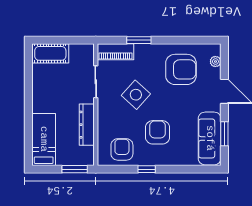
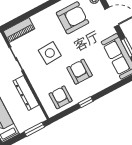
window: (139, 40) -> (31, 13), removed
side table: (136, 95) -> (50, 53), turned 45

